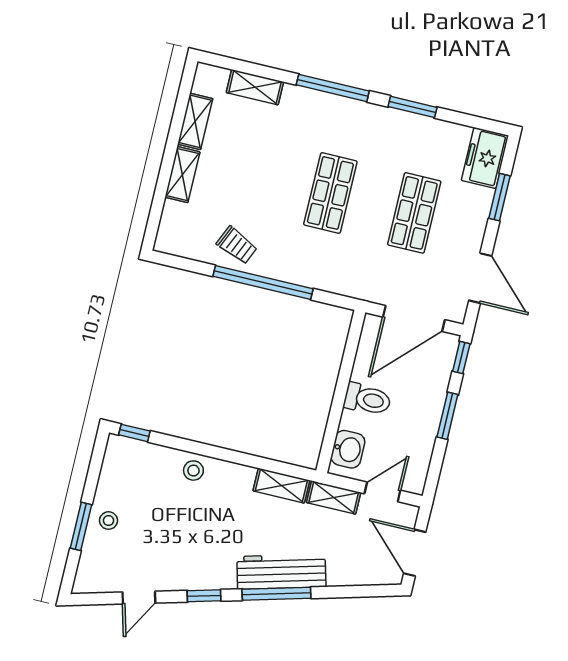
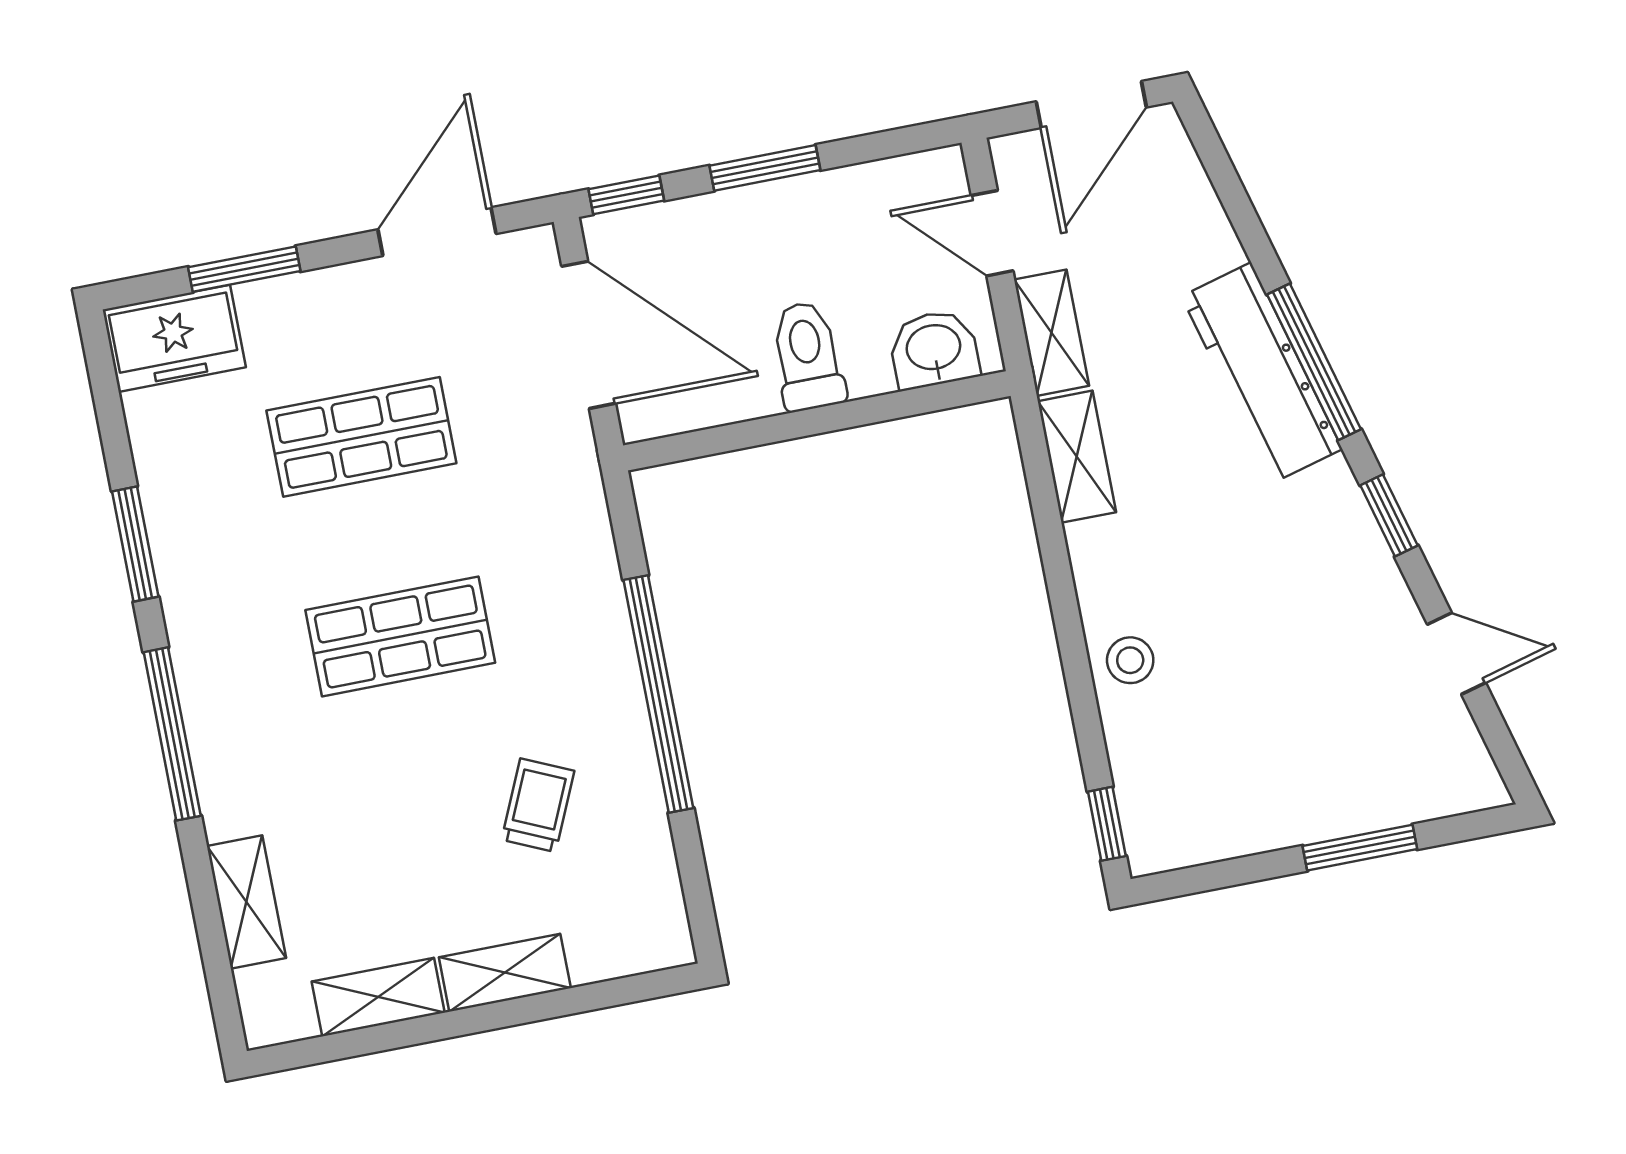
trolley: (237, 245) -> (538, 805), moved
stool: (108, 521) -> (1321, 794), removed

